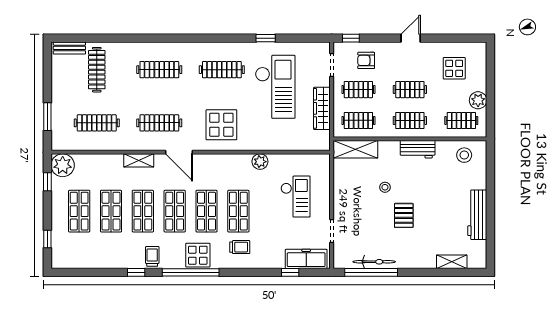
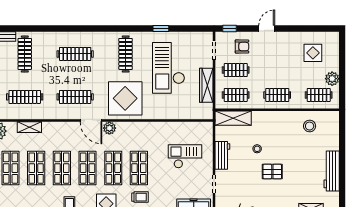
door: (411, 38) -> (267, 29), moved
armchair: (366, 60) -> (242, 47), turned 180
clothes rail: (222, 70) -> (126, 54), turned 90
checkout: (275, 87) -> (169, 68), turned 180
clothes rail: (410, 90) -> (277, 70), removed
display table: (221, 125) -> (125, 98), width x1.36, depth x1.36
workbench: (418, 149) -> (222, 155), moved, turned -90
stool: (464, 155) -> (310, 126), moved
shelving: (139, 160) -> (29, 127), moved
plant: (260, 162) -> (109, 128), moved
checkout: (296, 197) -> (185, 156), turned -90
pallet: (404, 215) -> (272, 172), turned 90

